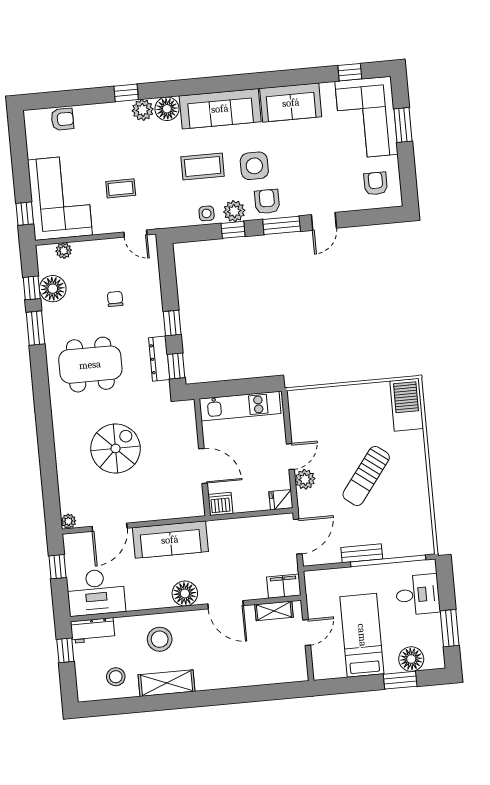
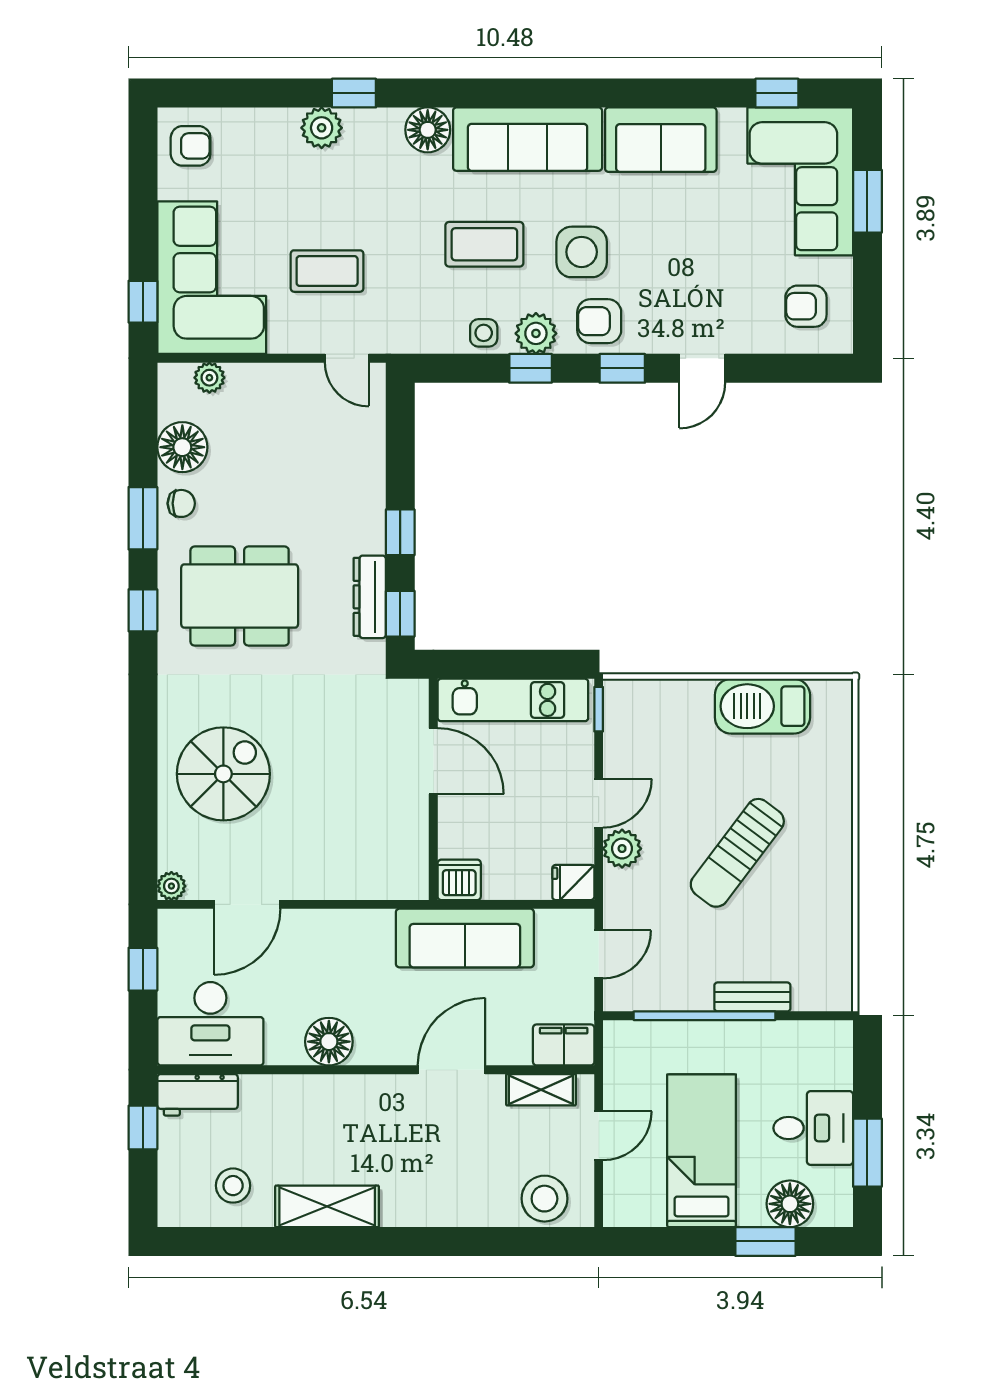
plant: (143, 110) -> (322, 128), moved
armchair: (62, 119) -> (191, 146), moved
armchair: (376, 183) -> (806, 306), turned -90
coffee table: (121, 188) -> (327, 271), width x1.36, depth x1.30
armchair: (267, 202) -> (599, 321), turned -90
window: (282, 225) -> (622, 368), width x0.67
window: (32, 288) -> (143, 610), moved
chair: (115, 299) -> (181, 503), moved, turned 90
barbecue: (407, 405) -> (762, 706), moved, turned -90
window: (286, 407) -> (599, 709), added
spiral stairs: (116, 449) -> (223, 774), moved
door: (203, 466) -> (433, 761), moved
door: (298, 537) -> (599, 954), width x0.73
sofa: (170, 540) -> (465, 938), moved
bench: (362, 553) -> (752, 997), moved
window: (388, 561) -> (705, 1016), moved
floor lamp: (185, 593) -> (329, 1042), moved
desk: (418, 595) -> (813, 1128), moved
door: (226, 605) -> (451, 1070), swing flipped
stool: (160, 639) -> (544, 1199), moved

